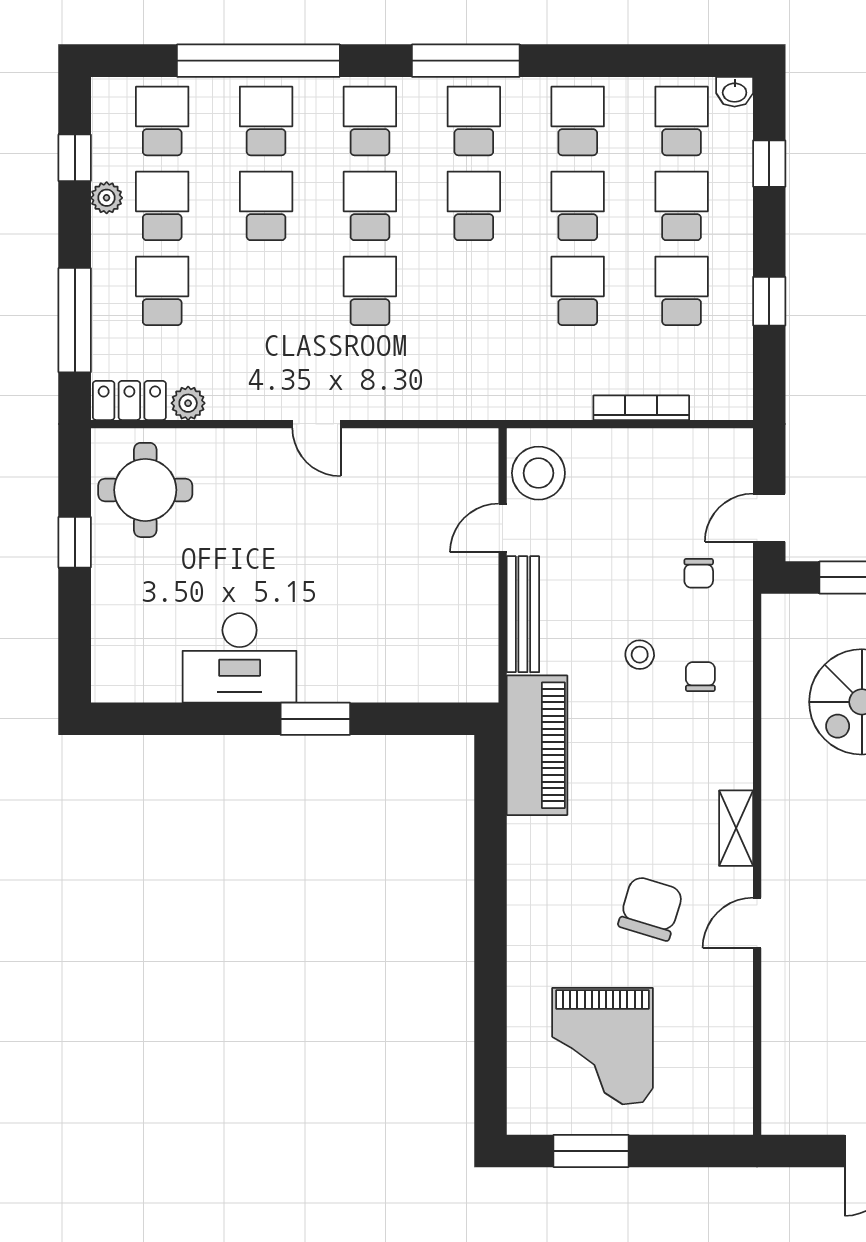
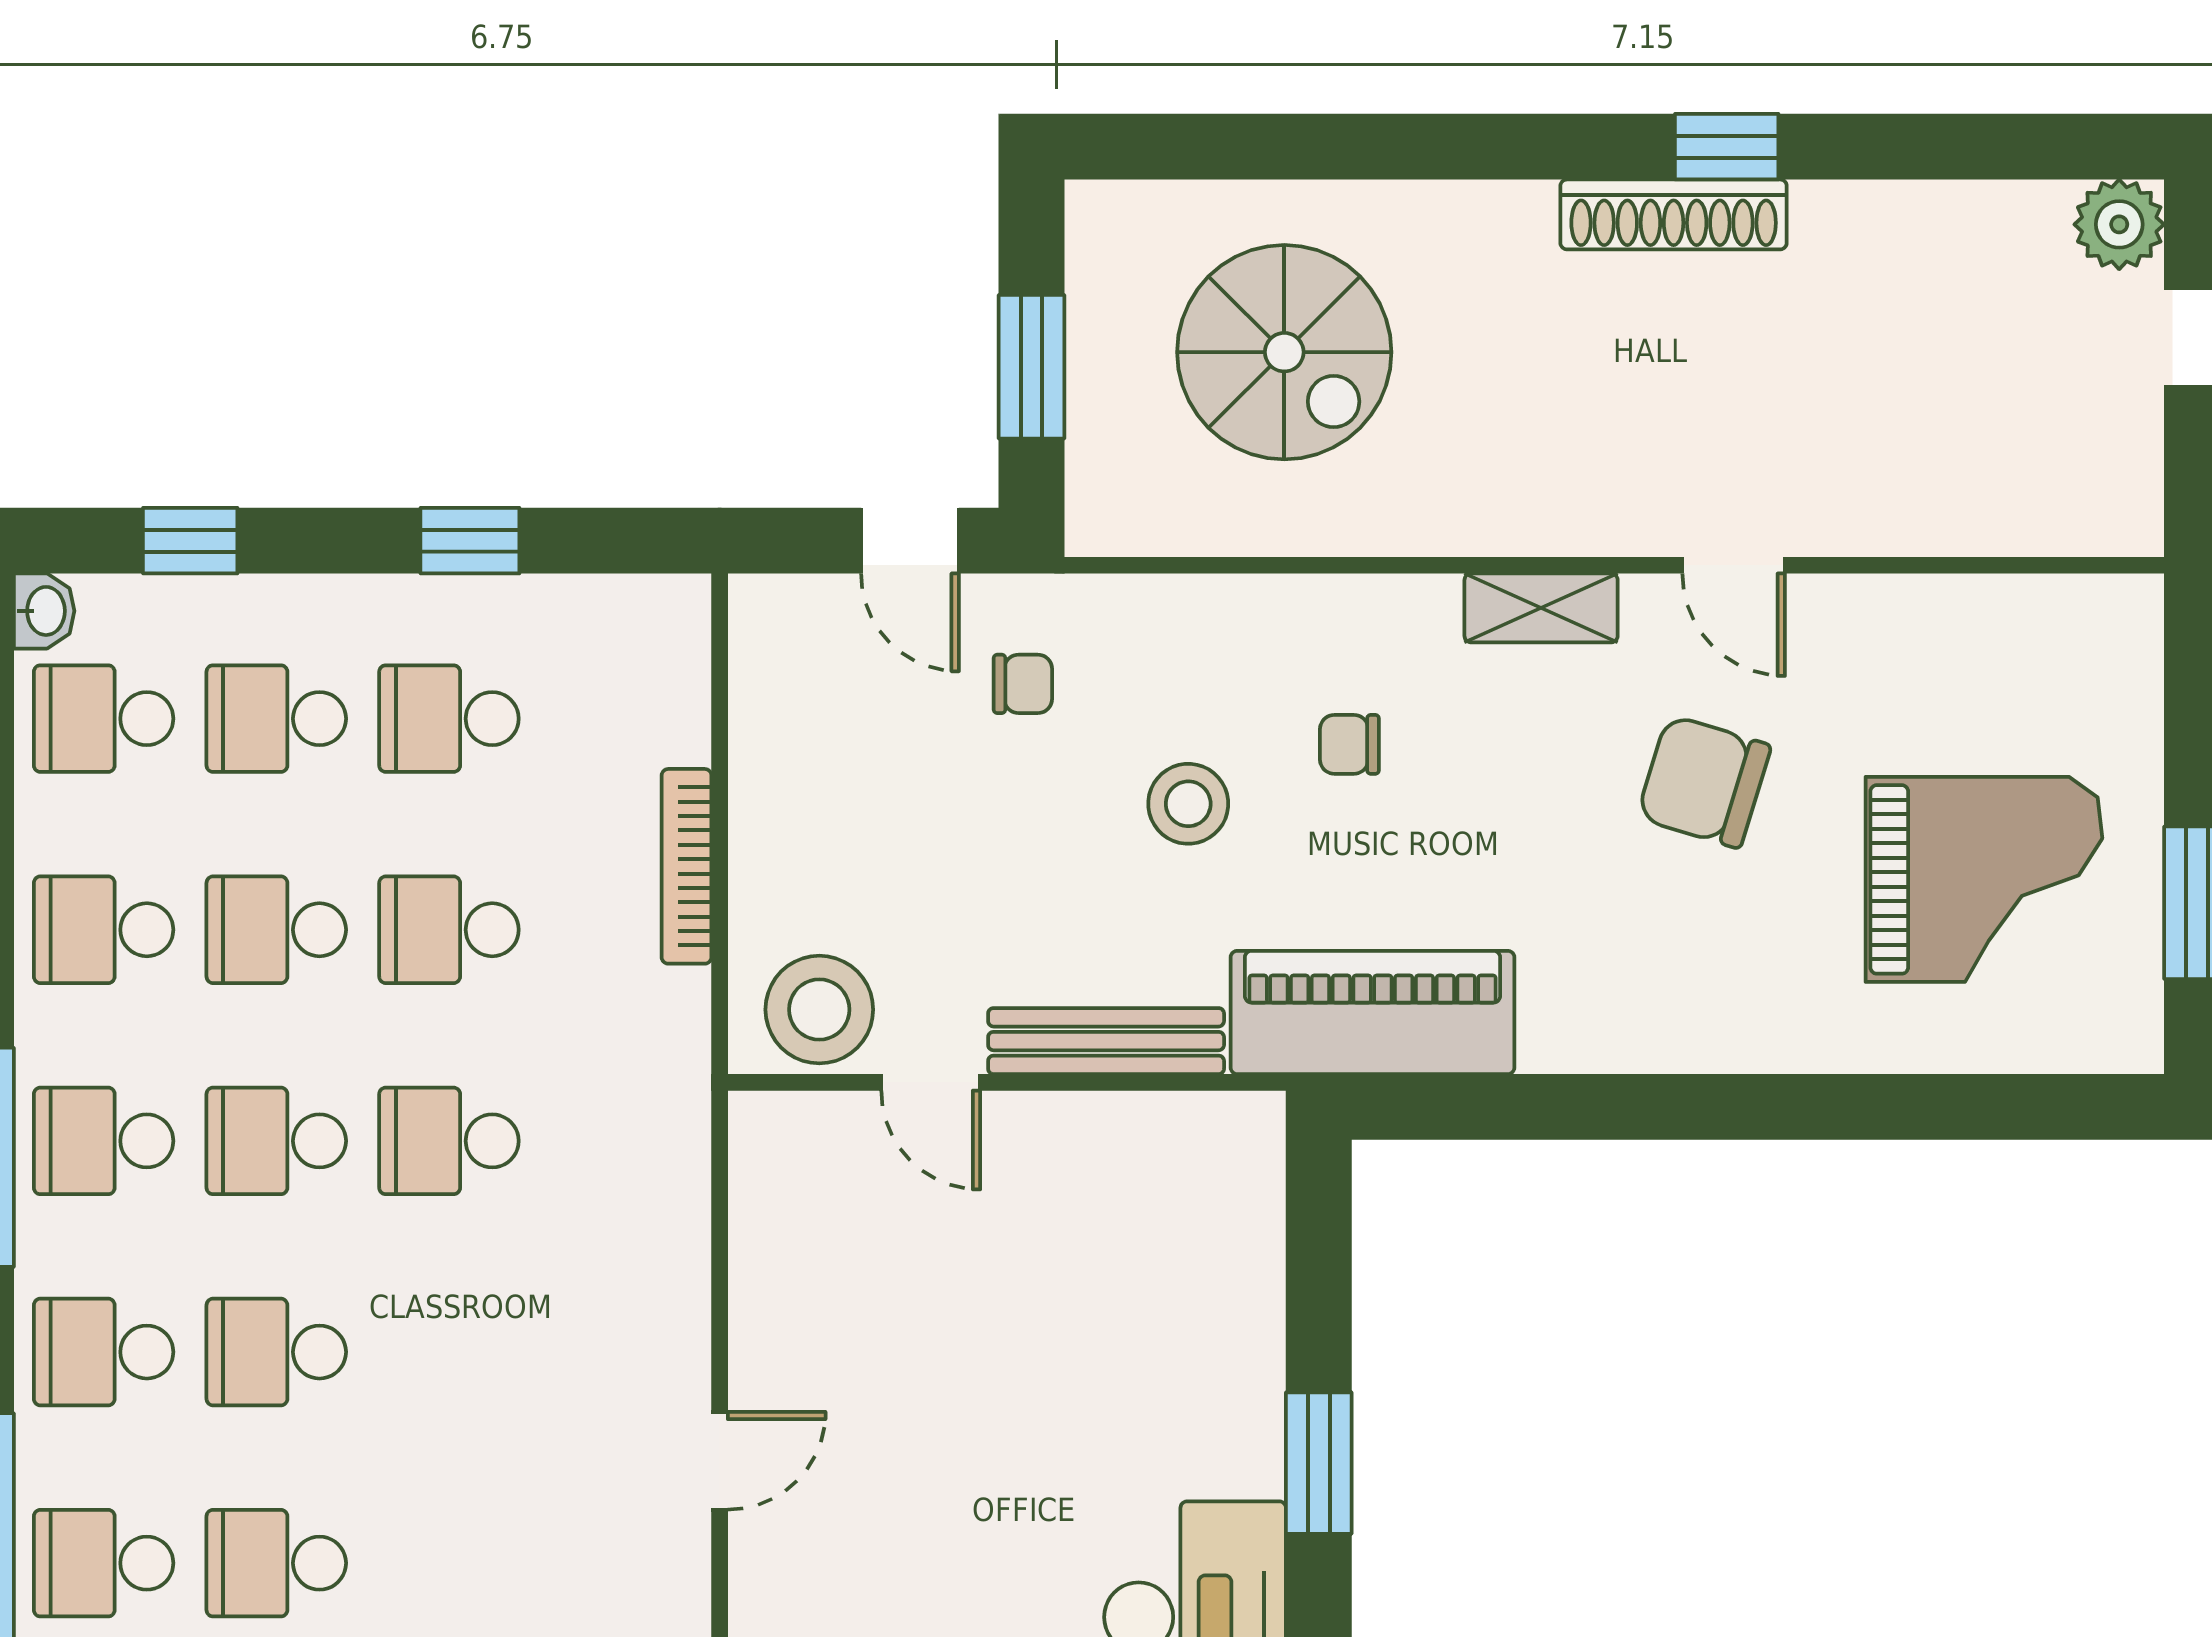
school desk: (370, 291) -> (449, 1141), moved
bookcase: (641, 408) -> (686, 866), moved
stool: (640, 655) -> (1188, 804), width x1.37, depth x1.37
chair: (700, 677) -> (1349, 744), moved

